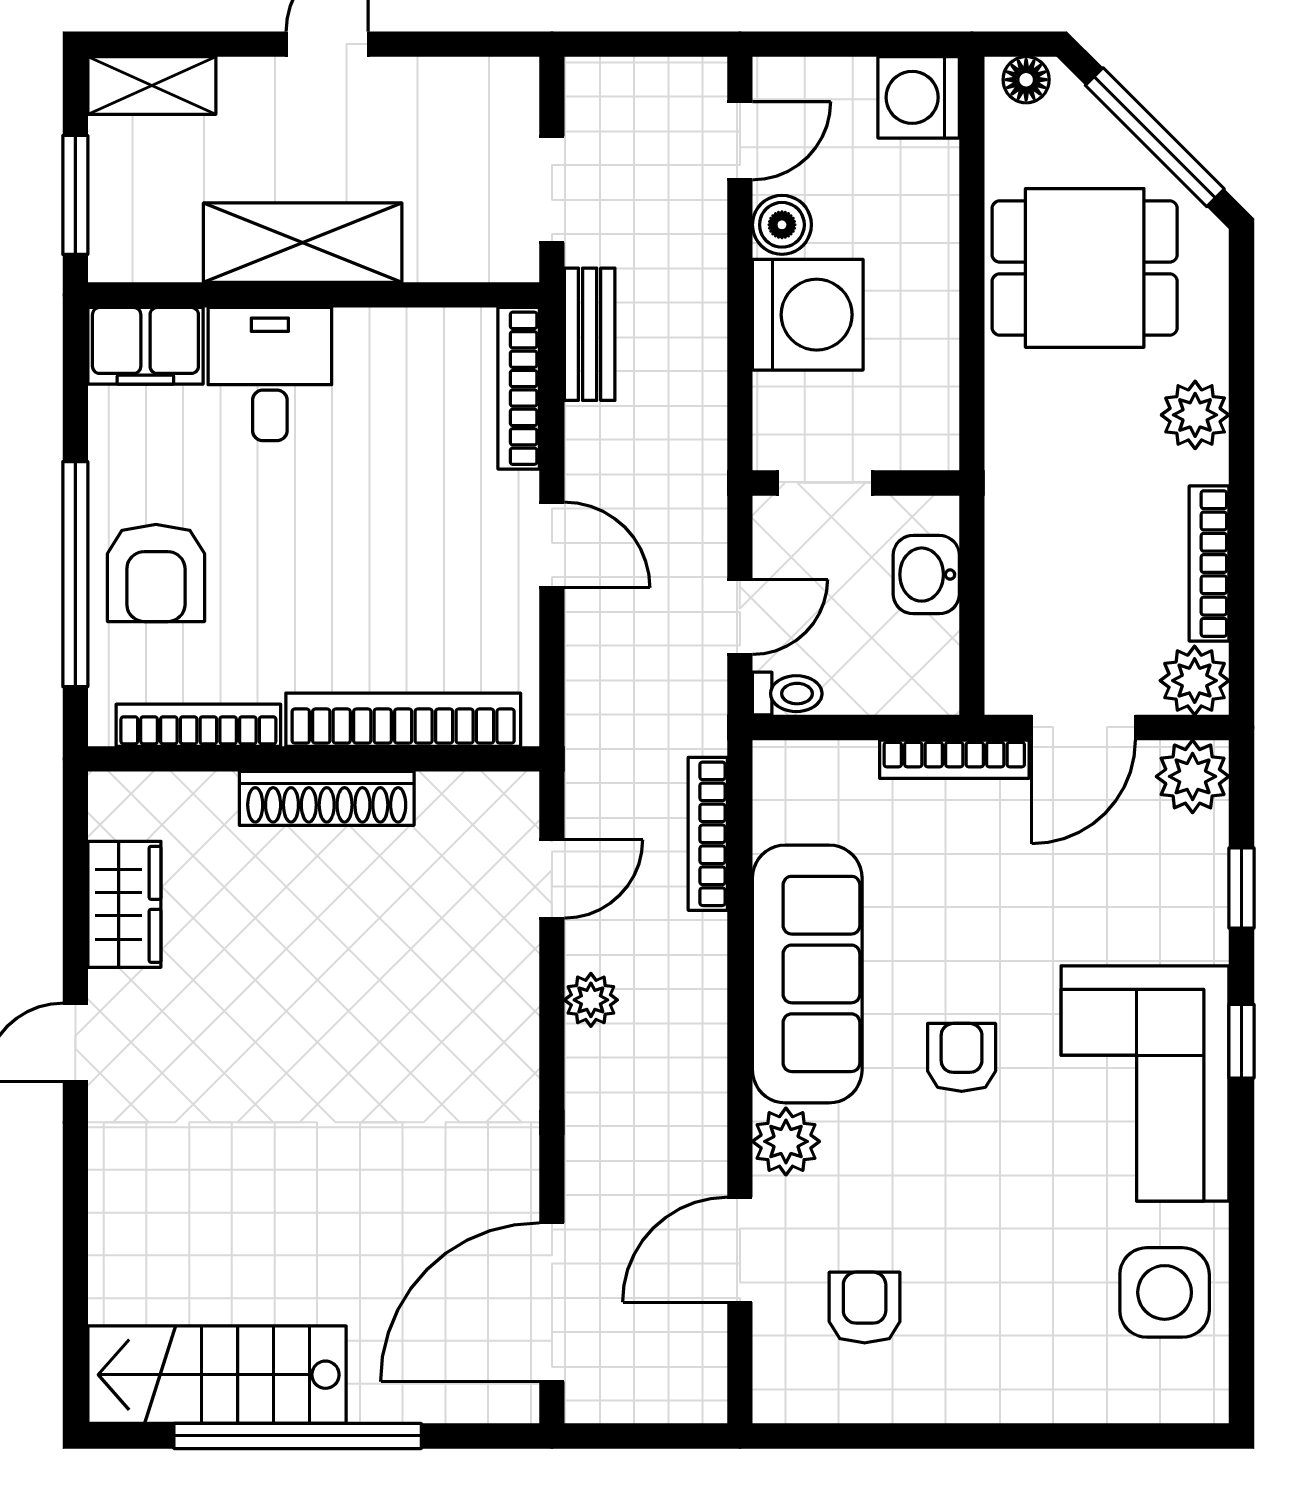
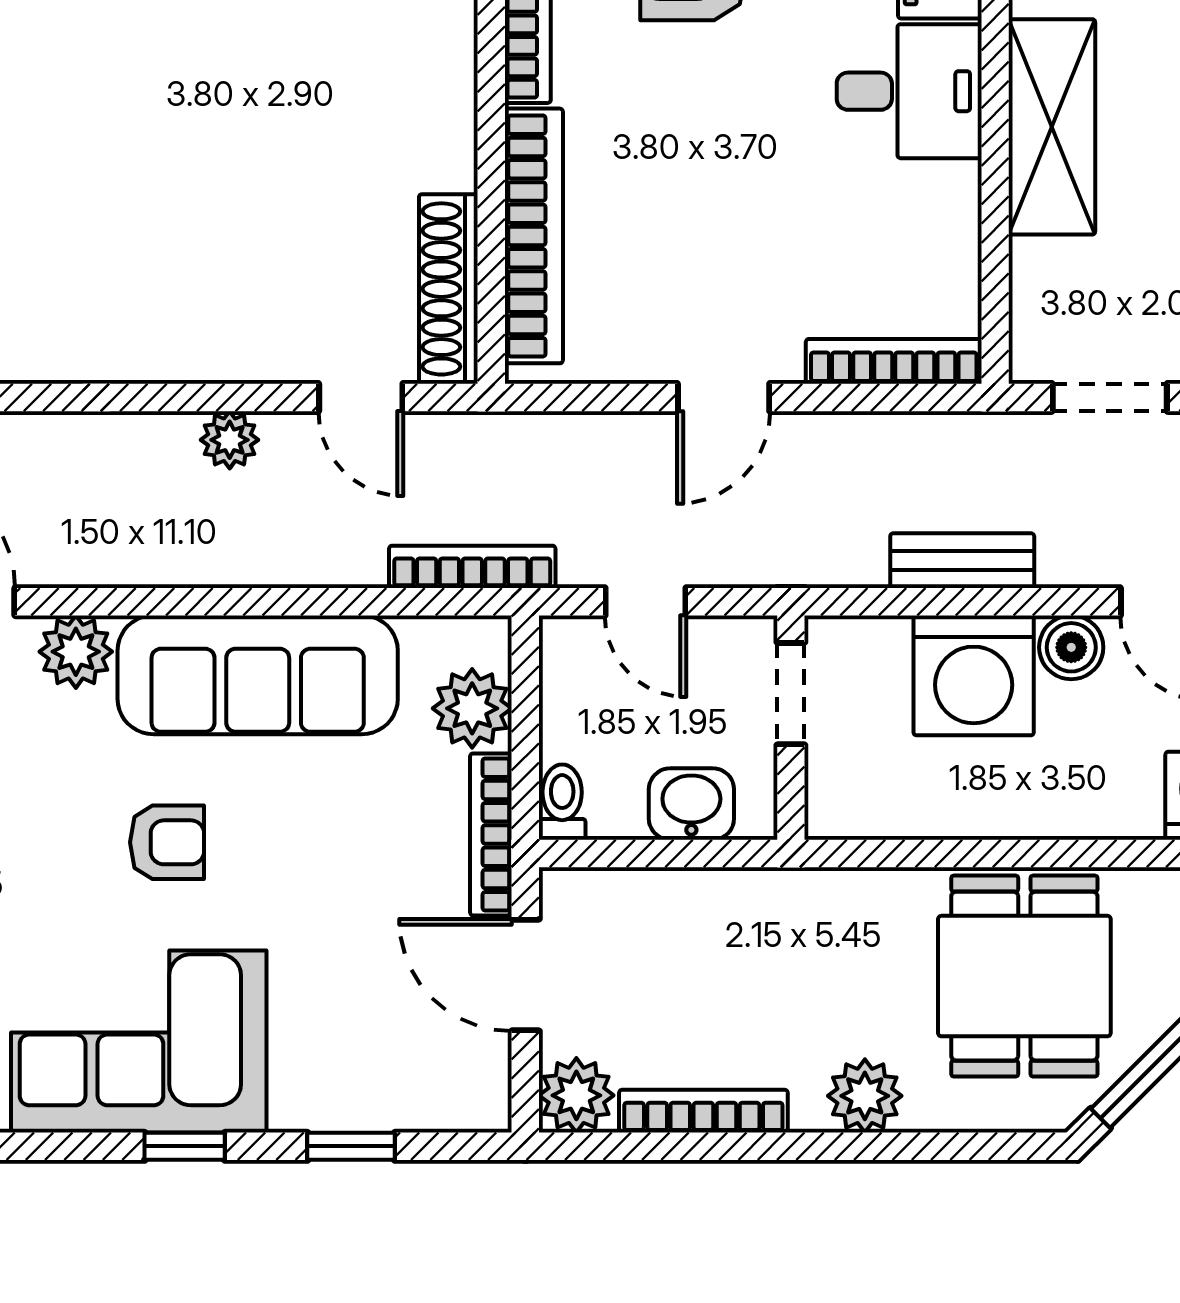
bench: (590, 334) -> (962, 561), moved
toilet: (787, 694) -> (562, 802), moved, turned 180
plant: (1193, 776) -> (472, 708), moved
shoe rack: (327, 798) -> (448, 289), moved
bookcase: (708, 834) -> (472, 567), moved

